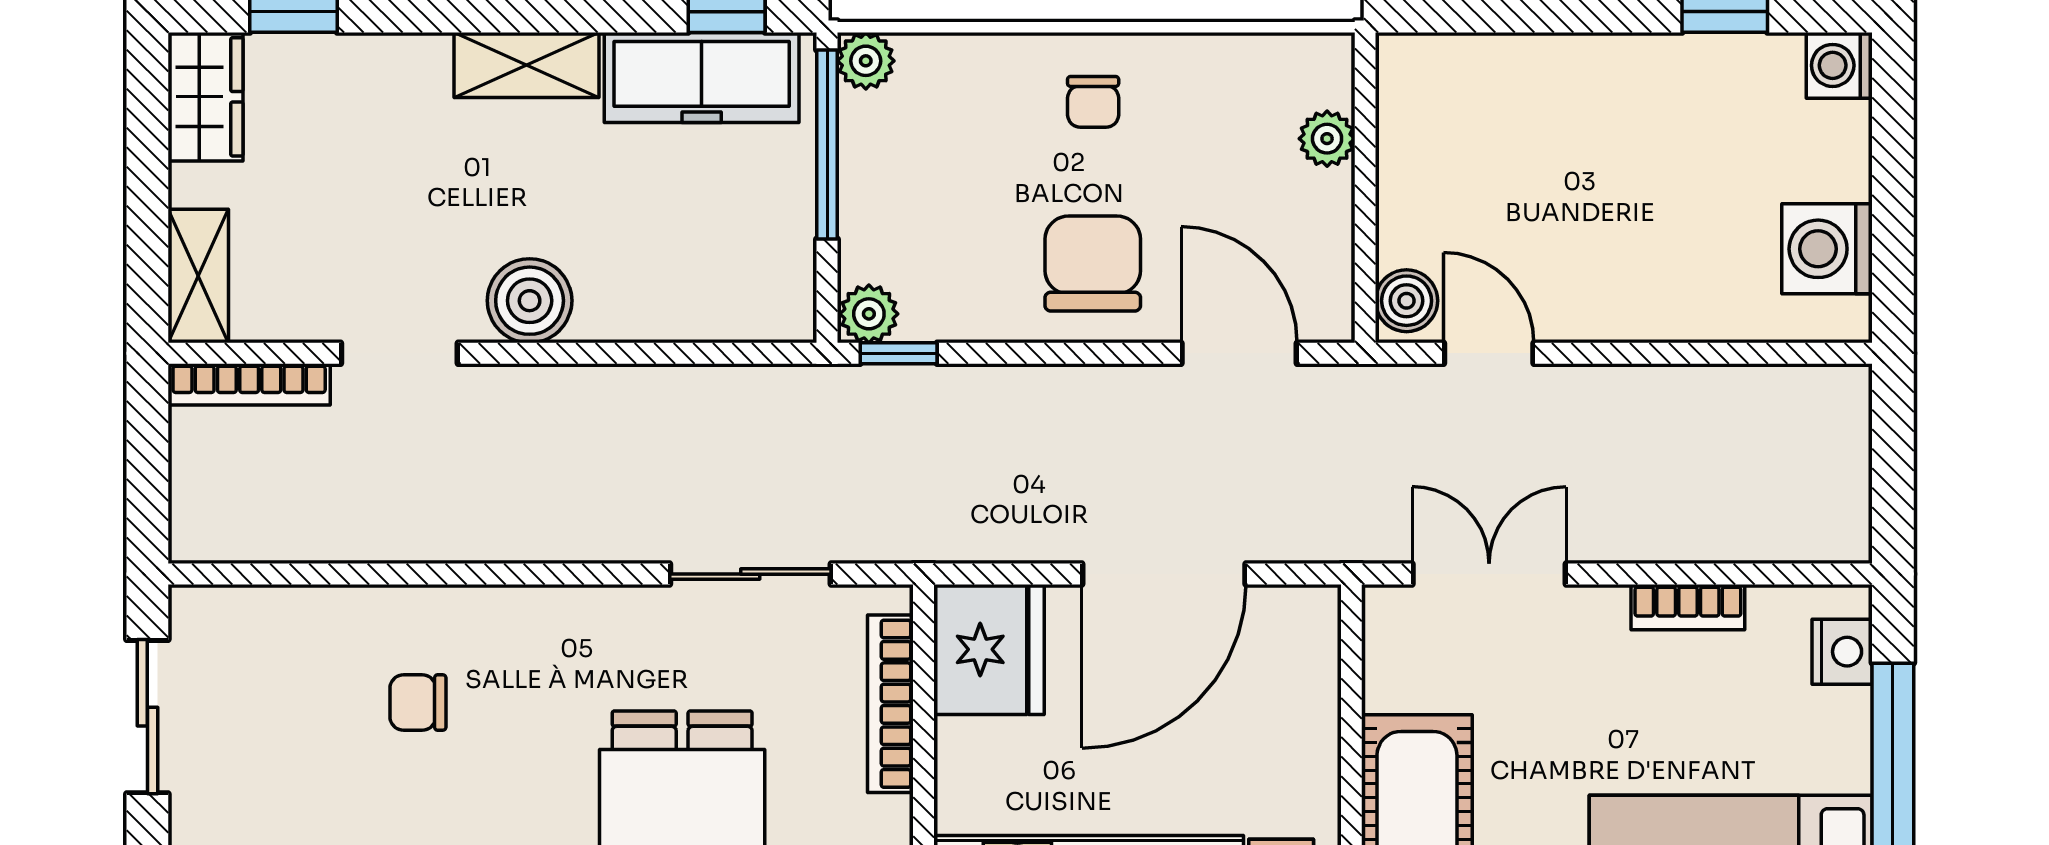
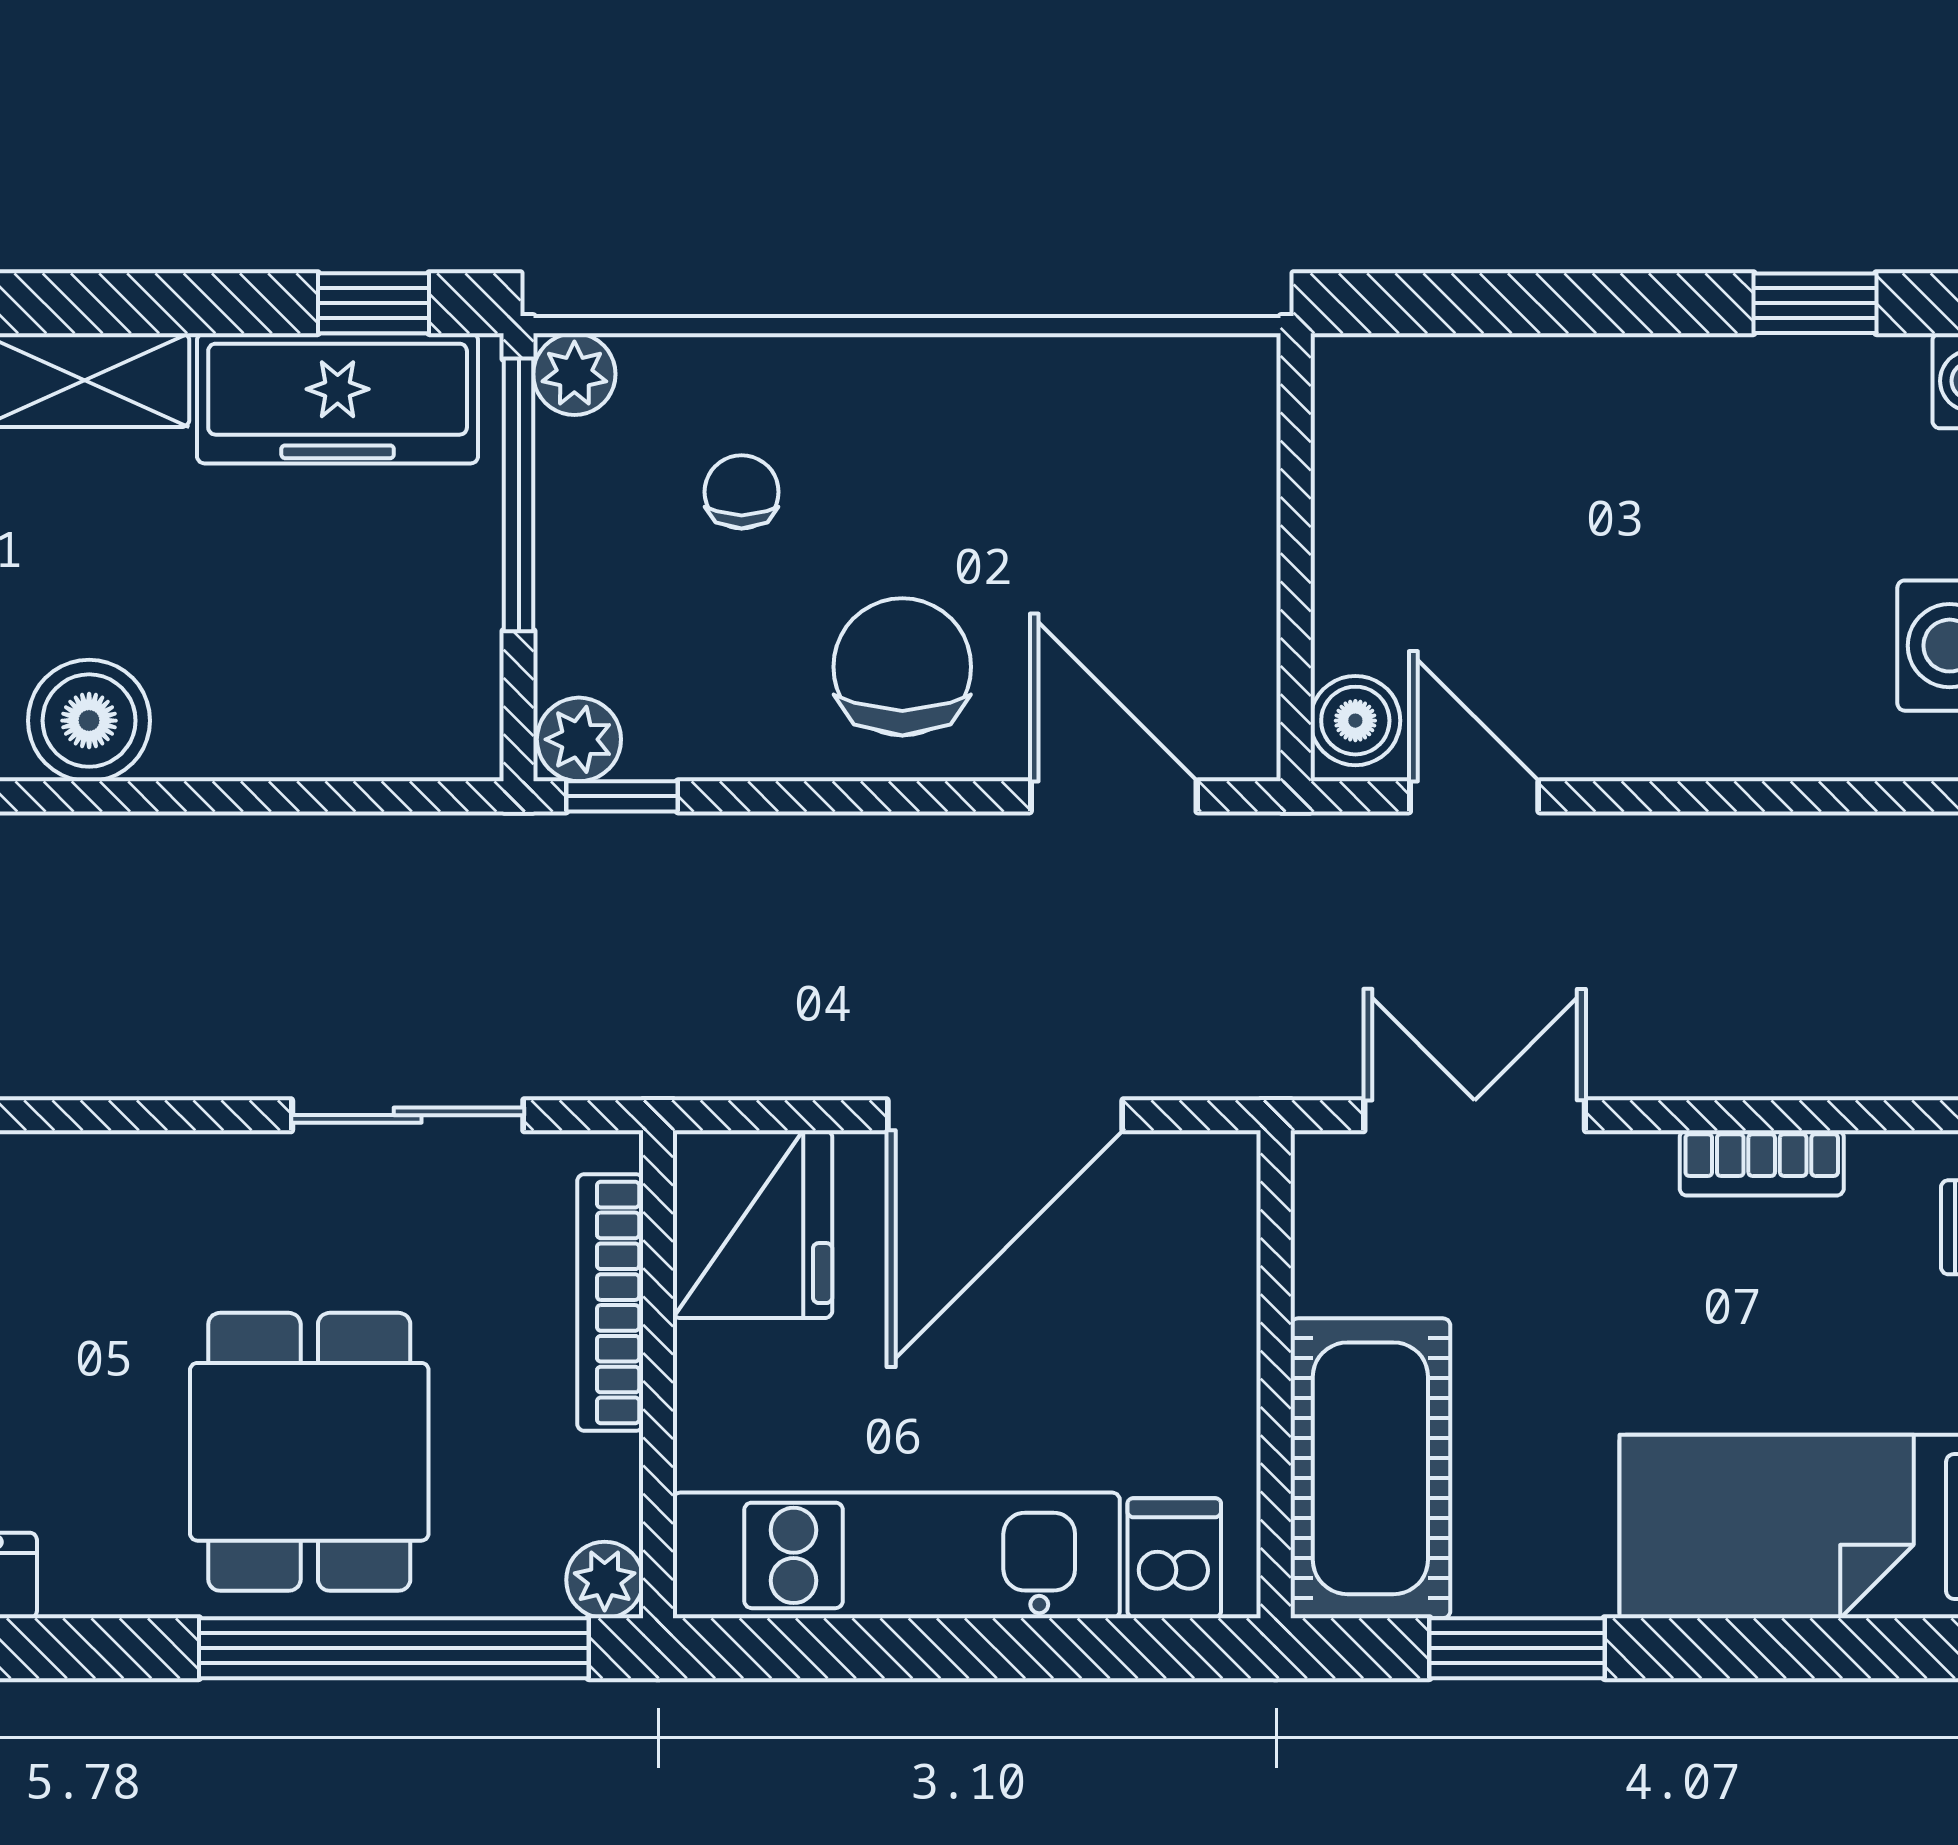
chair: (1093, 102) -> (742, 492), moved, turned 180
plant: (1327, 139) -> (1241, 487), removed

